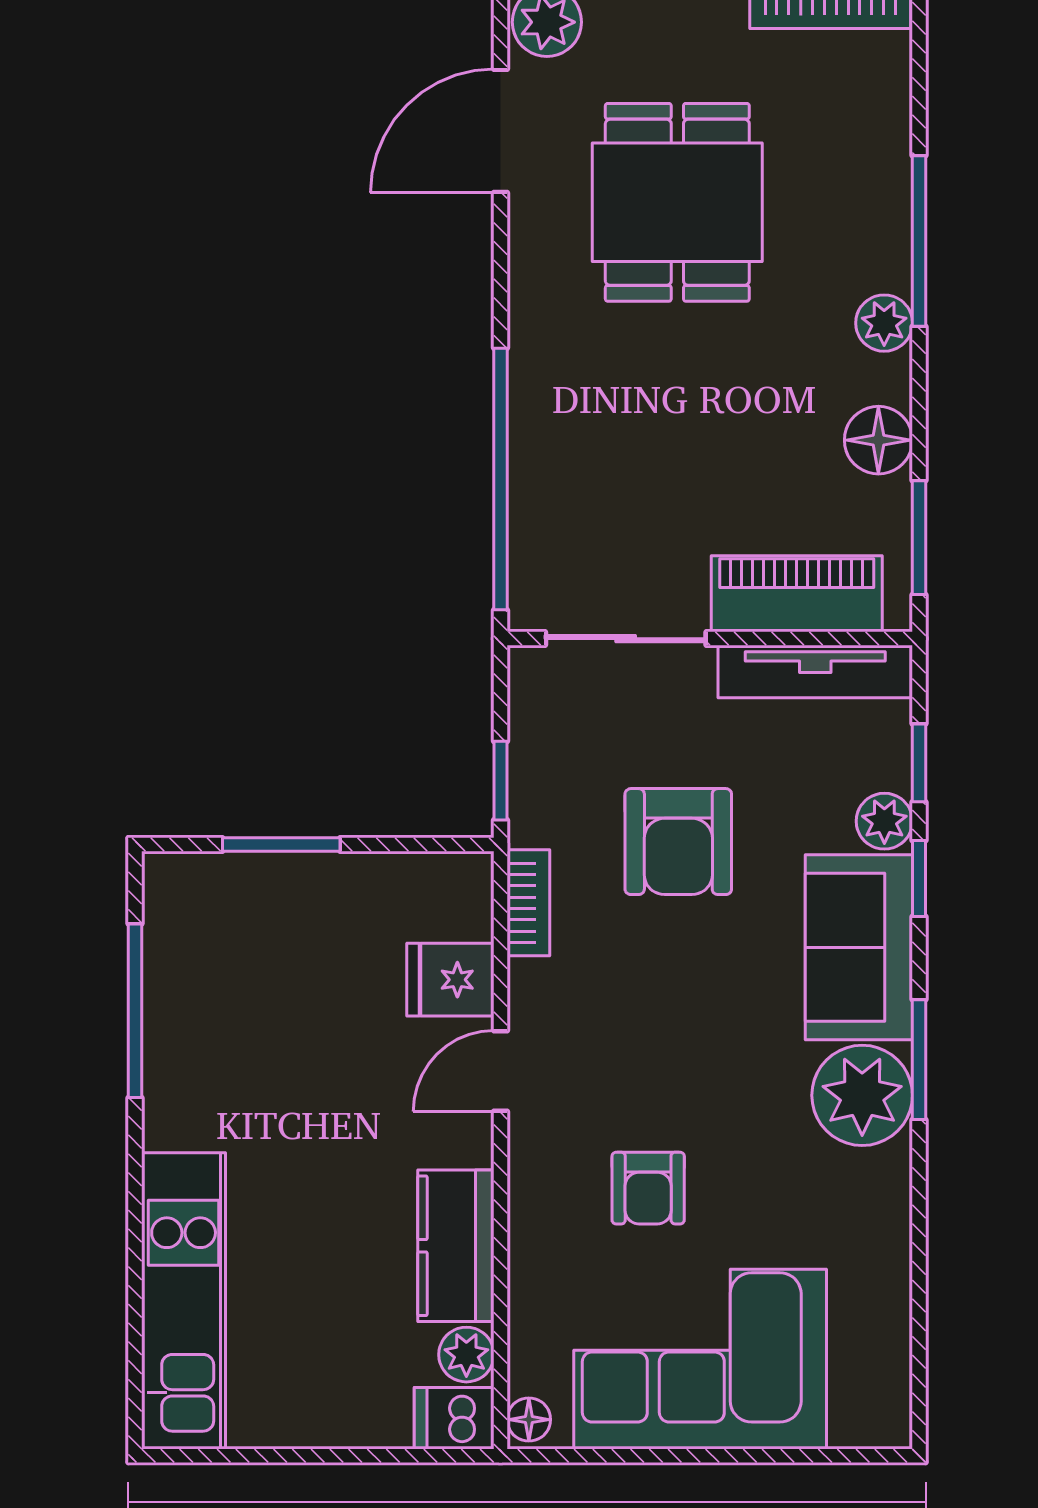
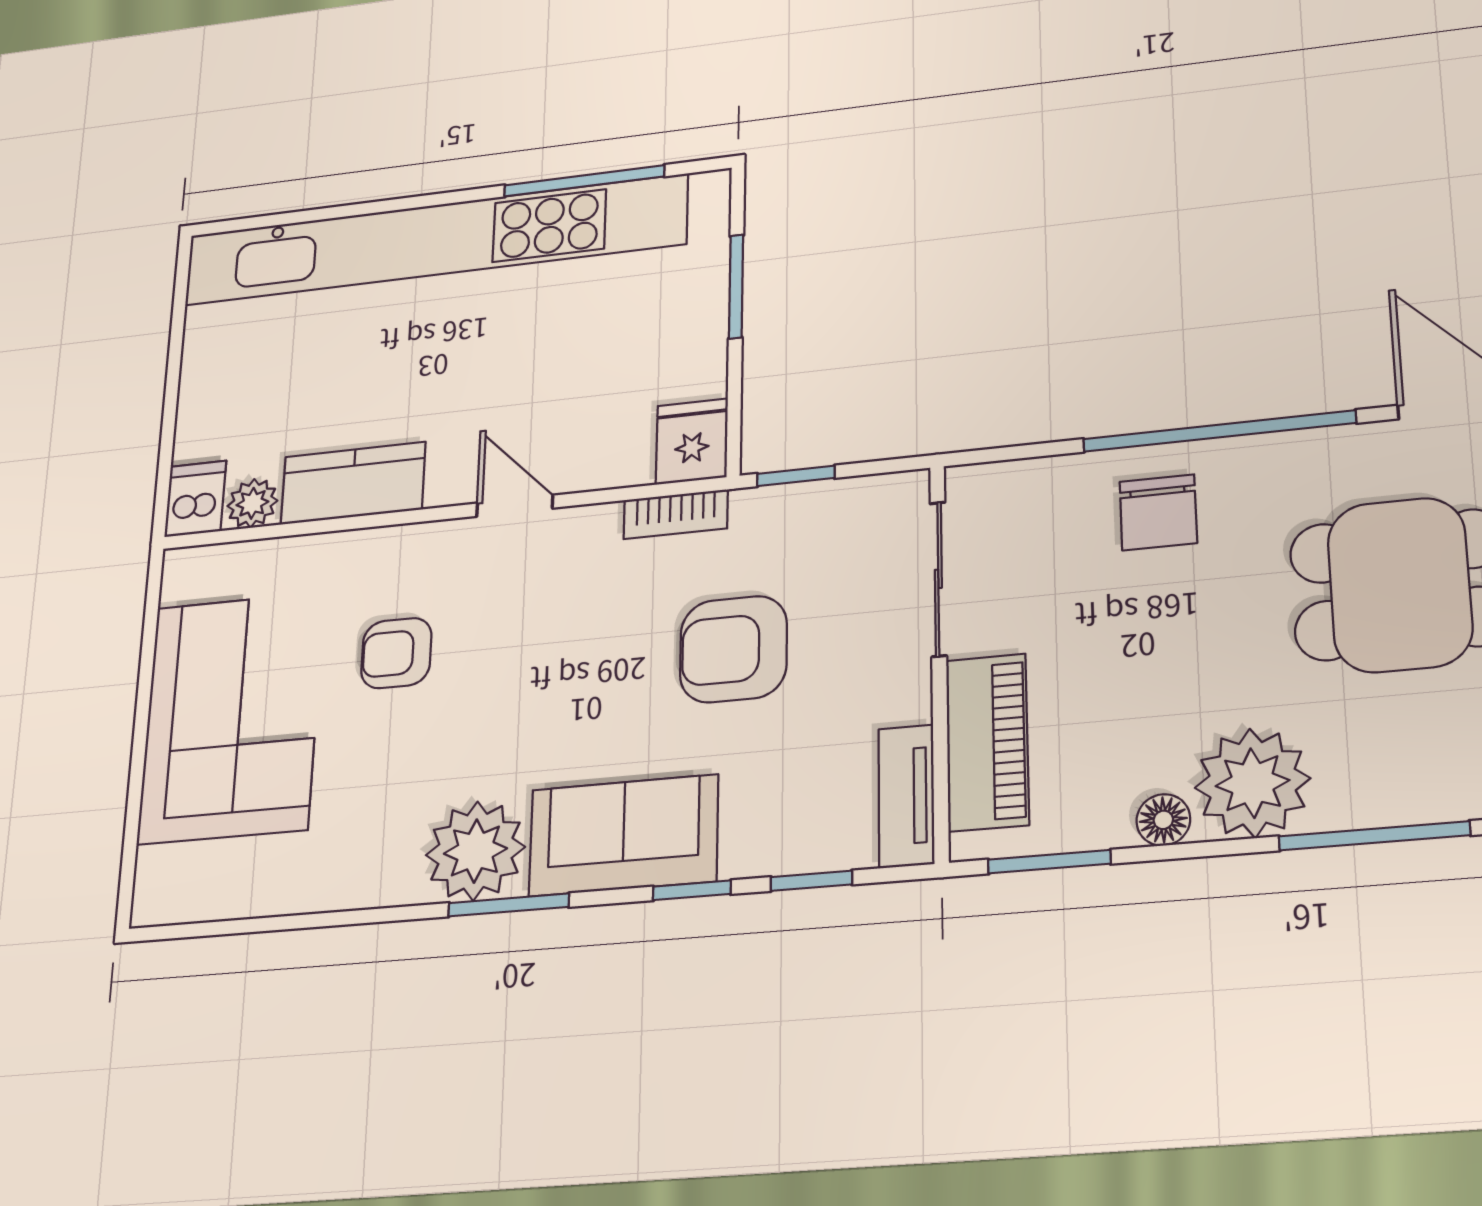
plant: (884, 323) -> (1252, 783), width x1.87, depth x1.87
chair: (579, 424) -> (1158, 512), added
floor lamp: (878, 440) -> (1163, 820), width x0.73, depth x0.73
window: (501, 479) -> (1219, 431), moved
tv unit: (815, 672) -> (906, 796), width x0.71
plant: (884, 821) -> (751, 850), removed
fridge: (450, 980) -> (692, 441), moved
kitchen unit: (184, 1301) -> (434, 240), width x1.86
floor lamp: (529, 1420) -> (188, 565), removed

